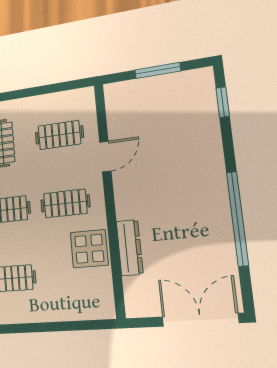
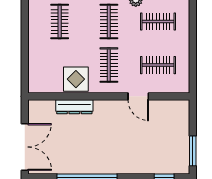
window: (158, 70) -> (193, 151), moved
clothes rail: (59, 135) -> (158, 65), turned 90

